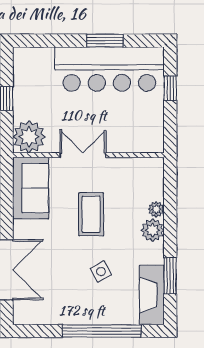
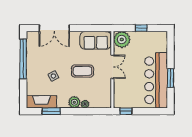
window: (170, 88) -> (126, 111), moved
window: (102, 331) -> (23, 59), moved

